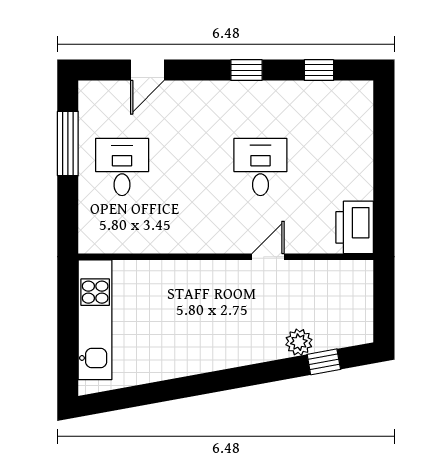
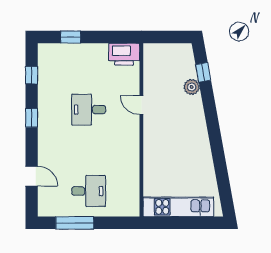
window: (384, 136) -> (71, 37), added
desk: (122, 167) -> (89, 191), turned 180

